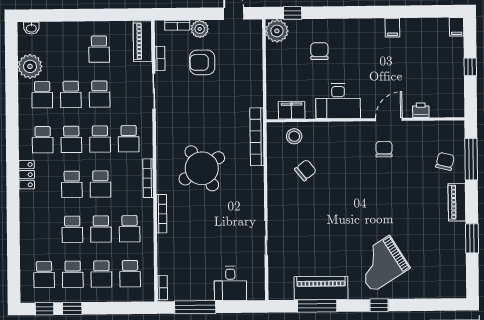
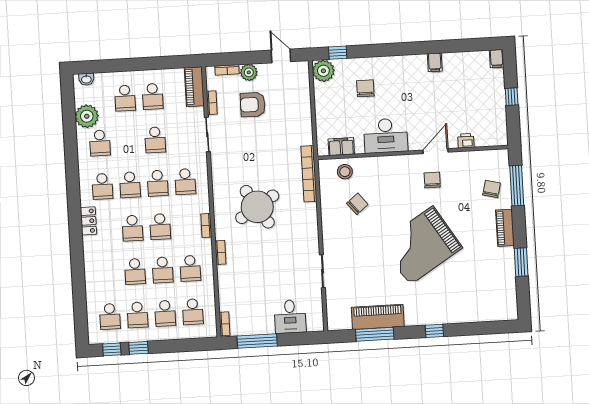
school desk: (71, 94) -> (125, 98), moved
bookcase: (148, 178) -> (206, 226), width x0.64
bookcase: (162, 214) -> (220, 252), width x0.64
grand piano: (381, 264) -> (421, 245), moved, width x1.37, depth x1.48

